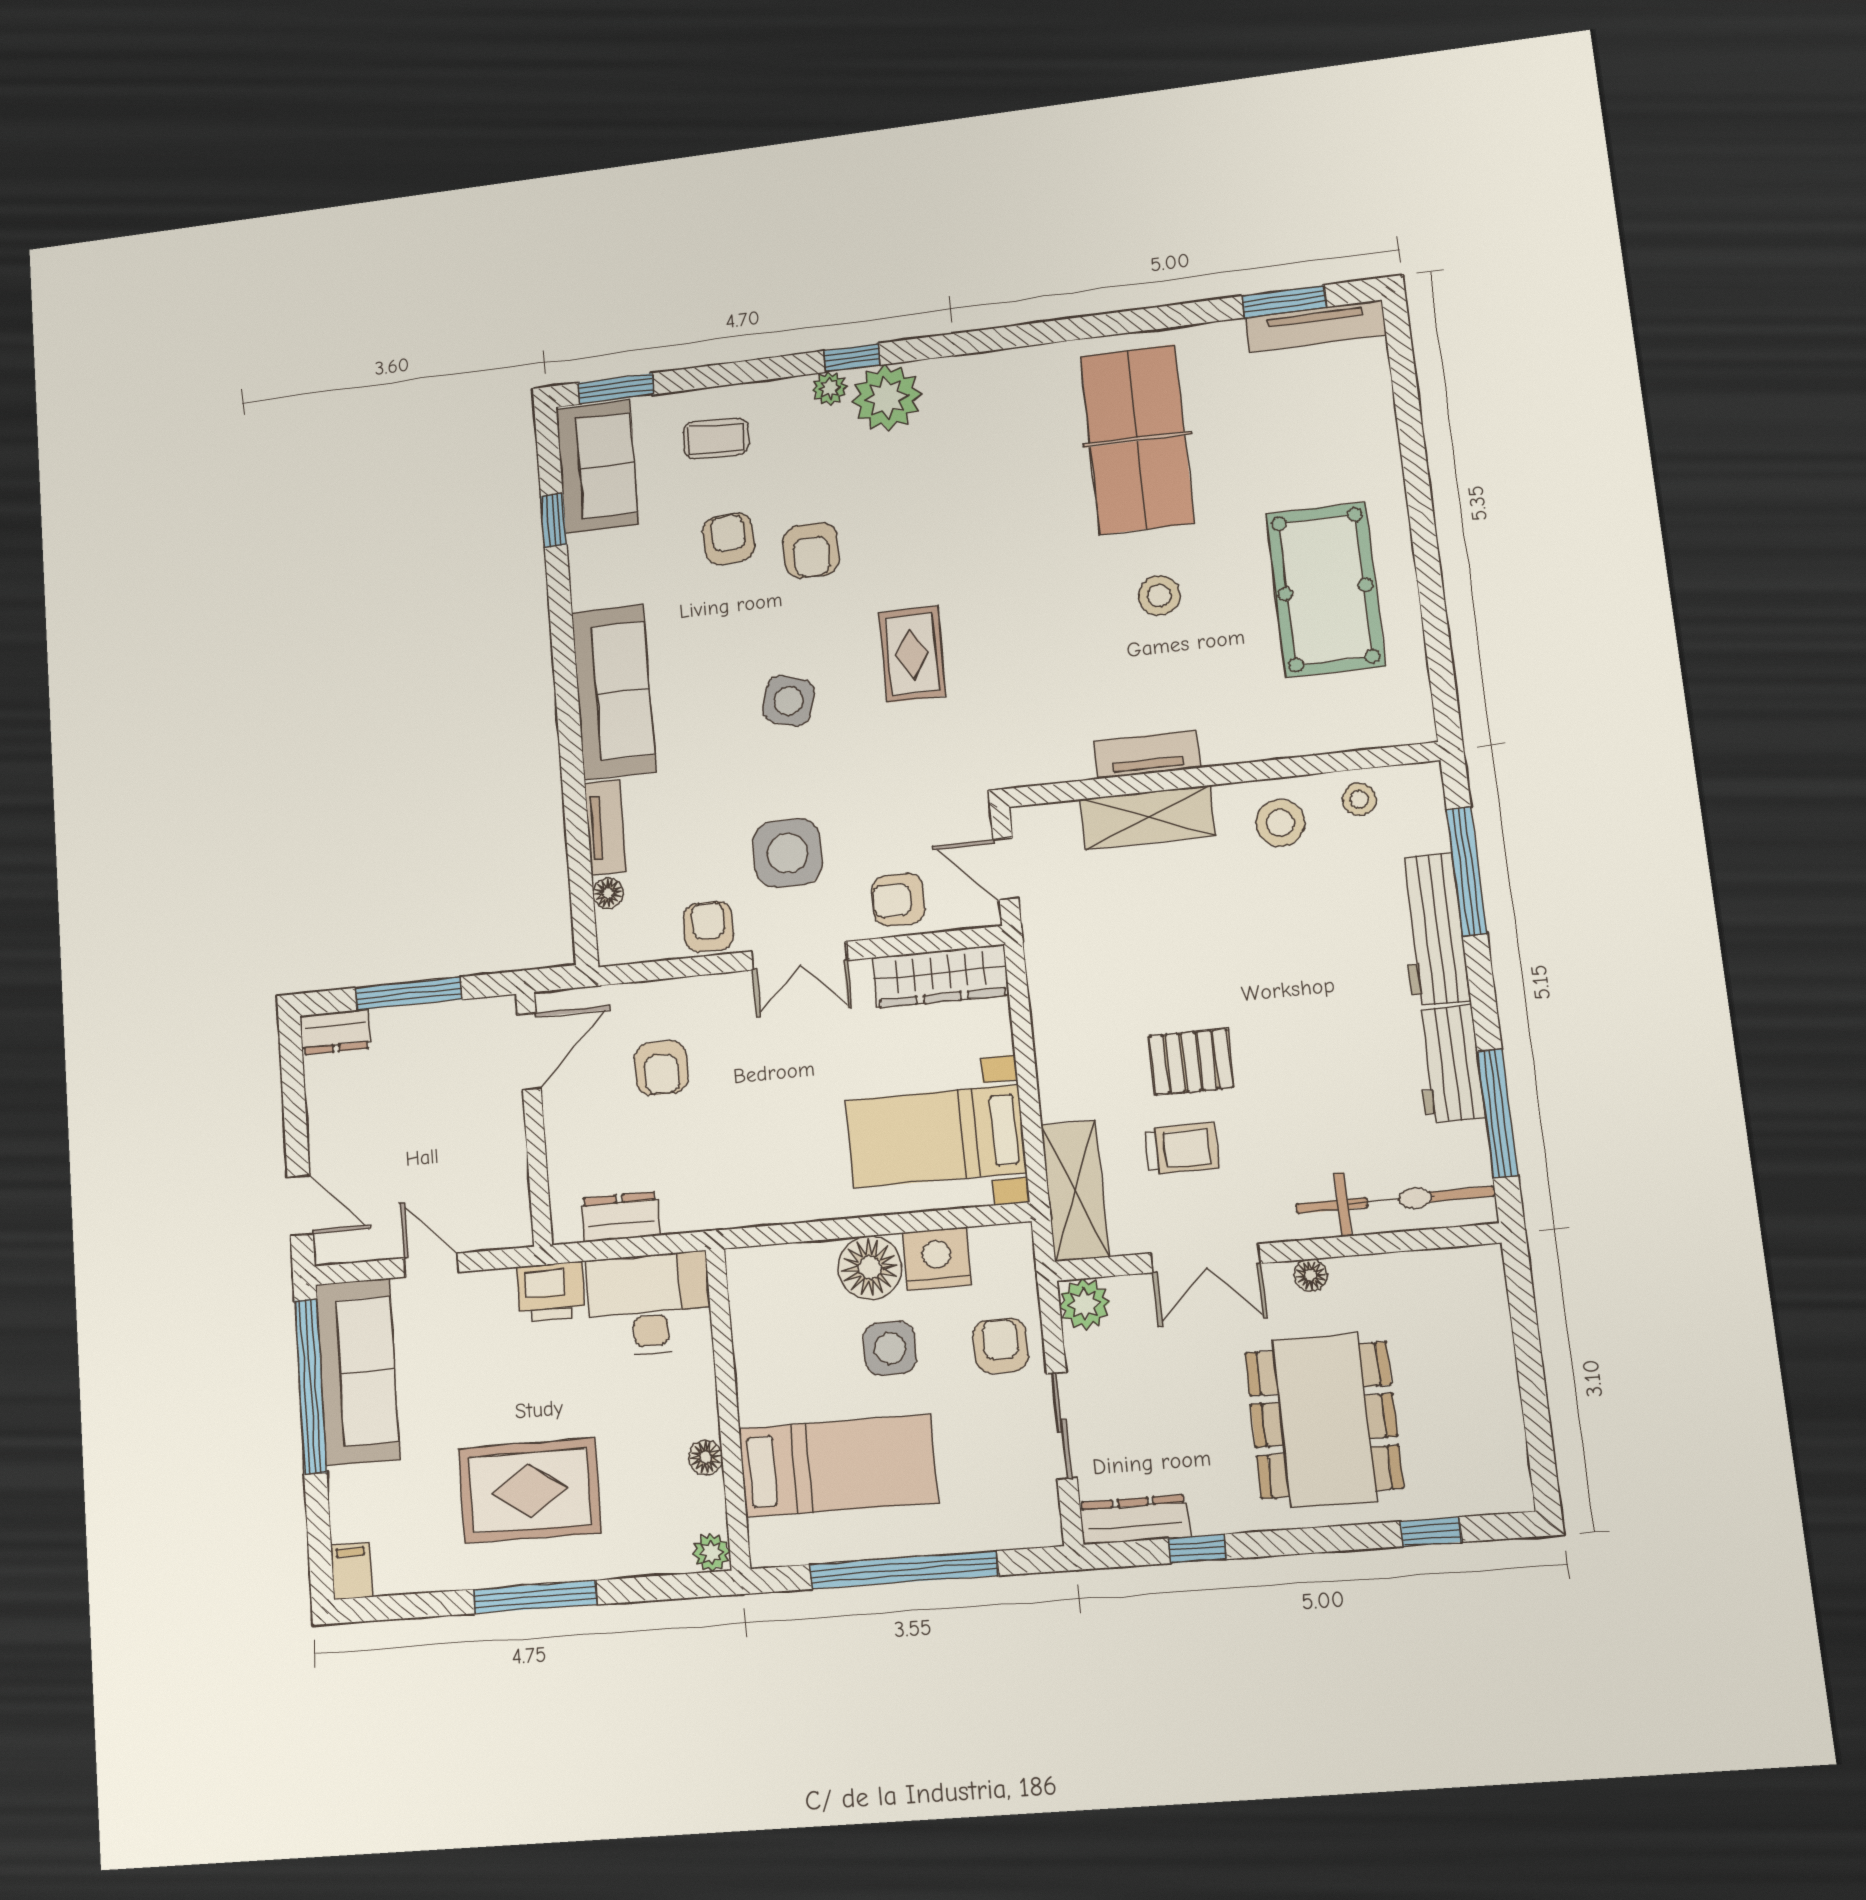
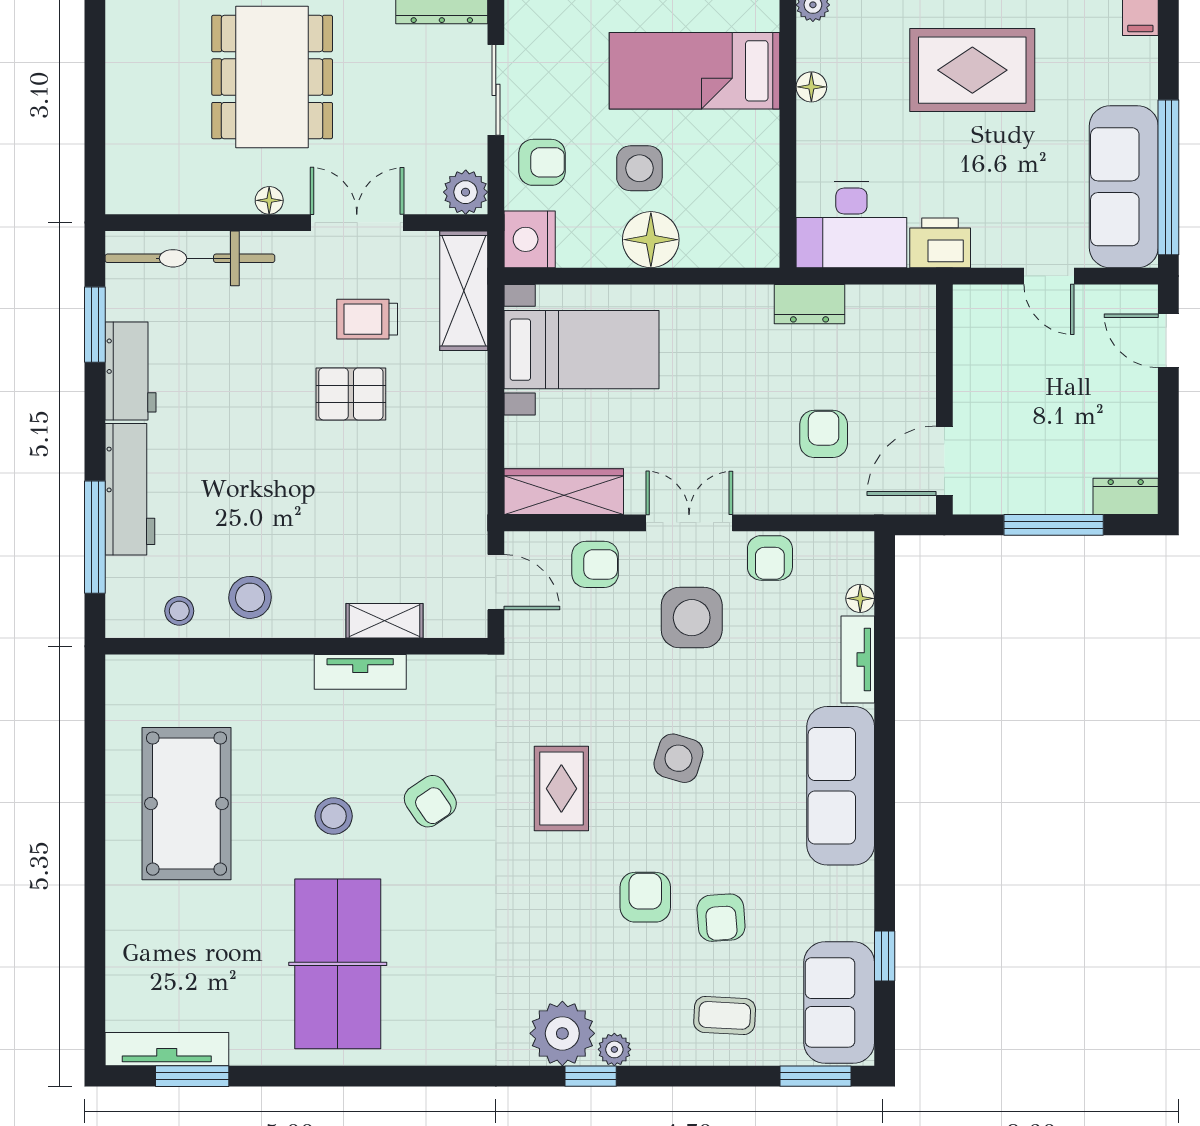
armchair: (1054, 624) -> (430, 801), added
shelving: (1148, 817) -> (385, 621), width x0.67, depth x0.75
window: (1498, 1113) -> (95, 325), width x0.69
dresser: (621, 1217) -> (809, 304), moved
nightstand: (937, 1259) -> (530, 239), moved, turned 90
armchair: (1001, 1346) -> (542, 162), turned -90

